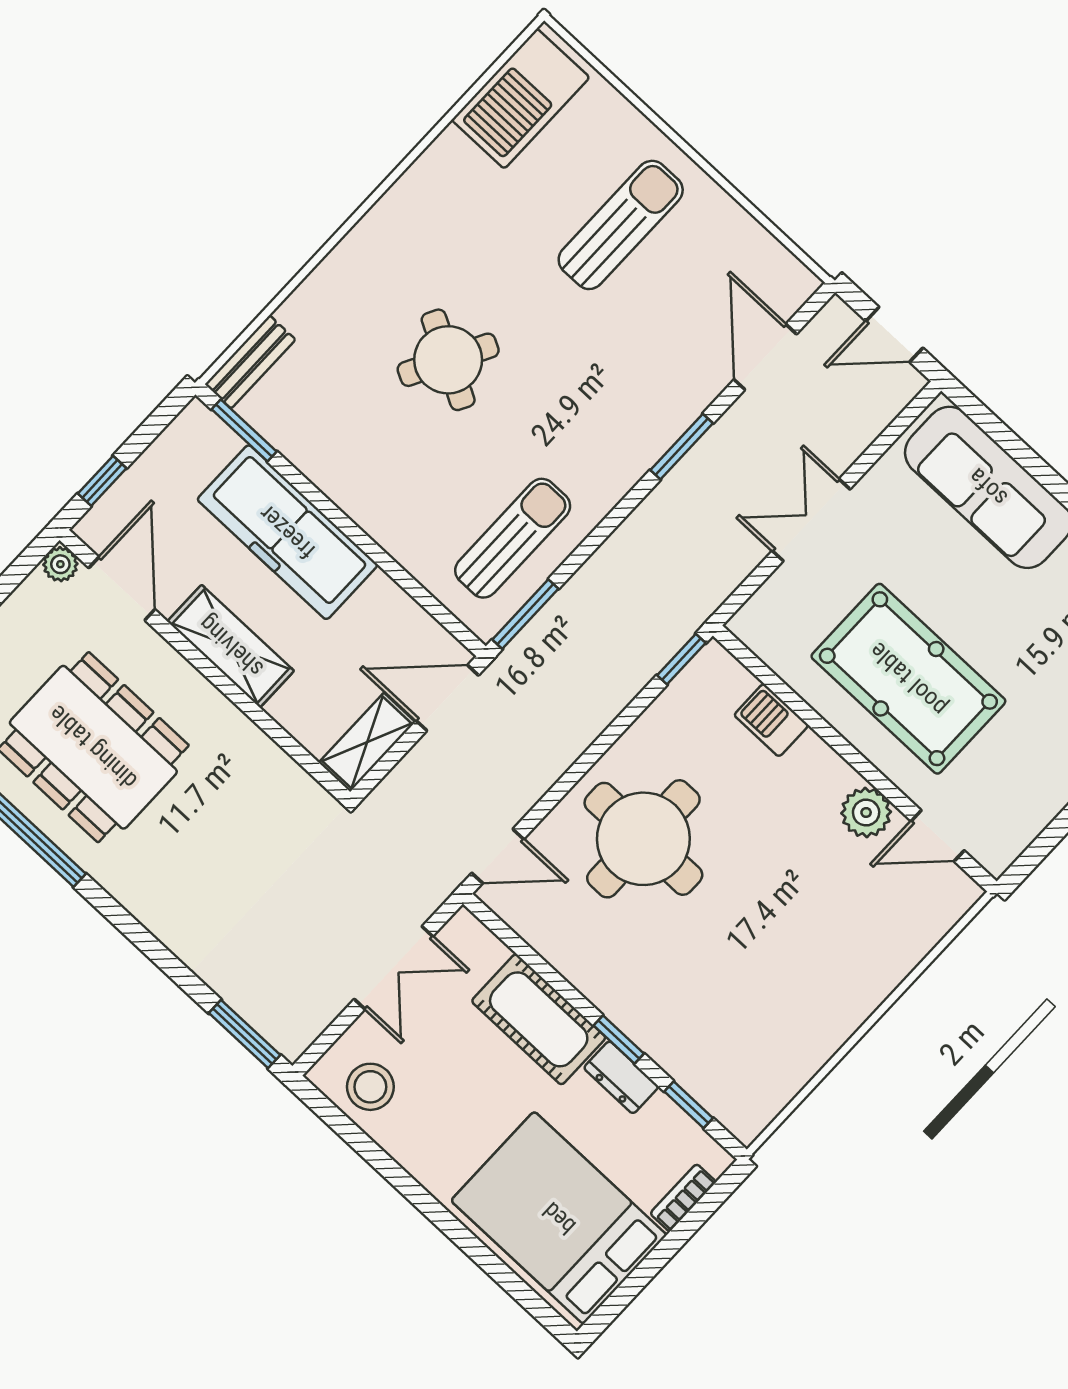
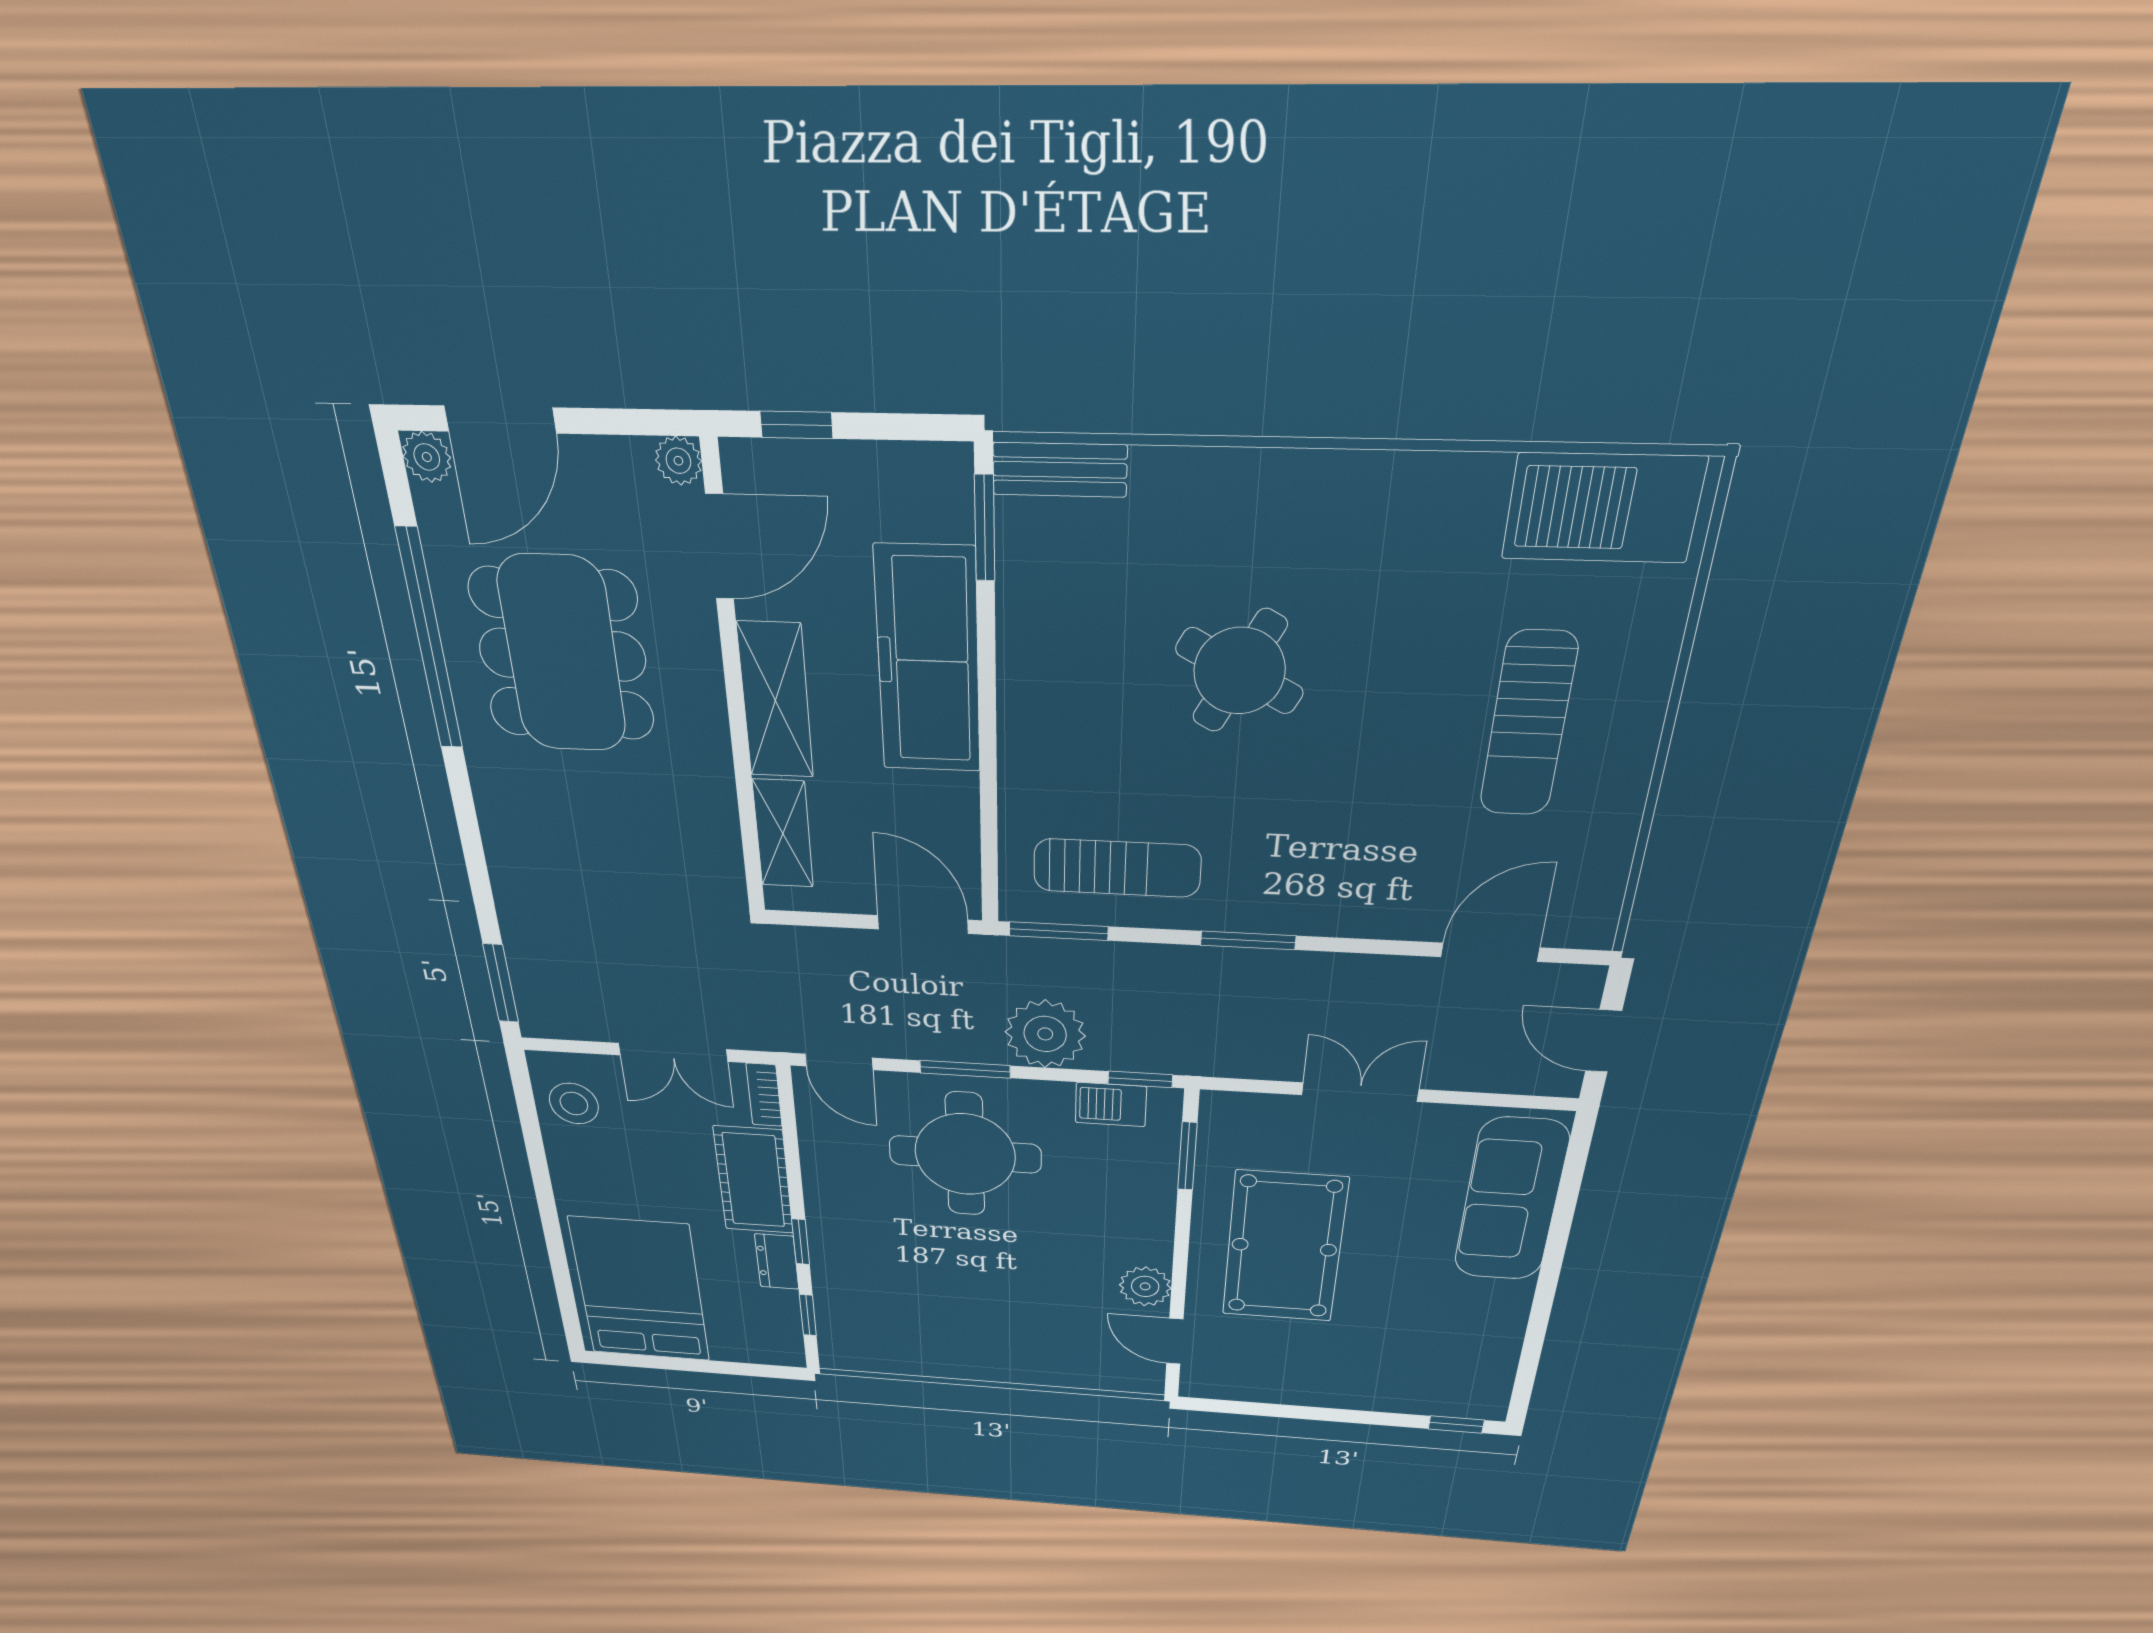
sun lounger: (621, 225) -> (1528, 725), turned 90
window: (682, 447) -> (1248, 940), moved
window: (772, 681) -> (1187, 1156), added
plant: (593, 692) -> (1045, 1034), added
barbecue: (771, 720) -> (1111, 1105), moved, turned -90
shelving: (367, 742) -> (783, 834), moved, turned 90
window: (575, 773) -> (965, 1069), added
bookcase: (683, 1198) -> (764, 1095), moved, turned -90

